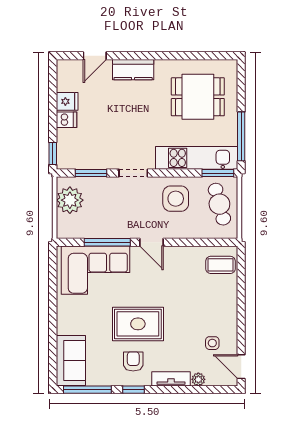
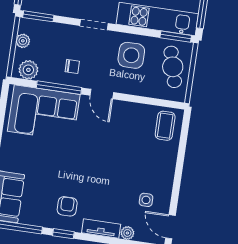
window: (91, 173) -> (38, 16), moved
plant: (70, 200) -> (23, 41), width x0.53, depth x0.53
chair: (117, 219) -> (72, 66), added
plant: (74, 229) -> (28, 70), added
coffee table: (221, 265) -> (165, 126), turned 90
rug: (138, 324) -> (77, 171), removed

